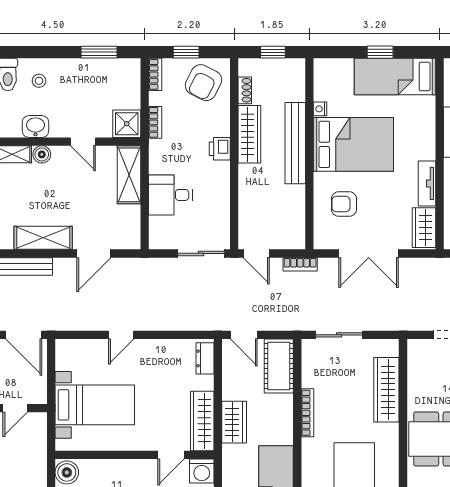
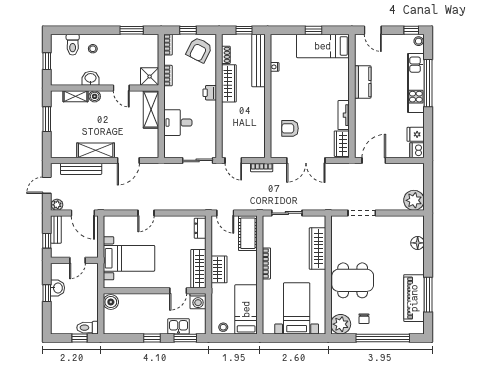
bench: (295, 143) -> (259, 61), moved
bed: (353, 144) -> (296, 90), removed

